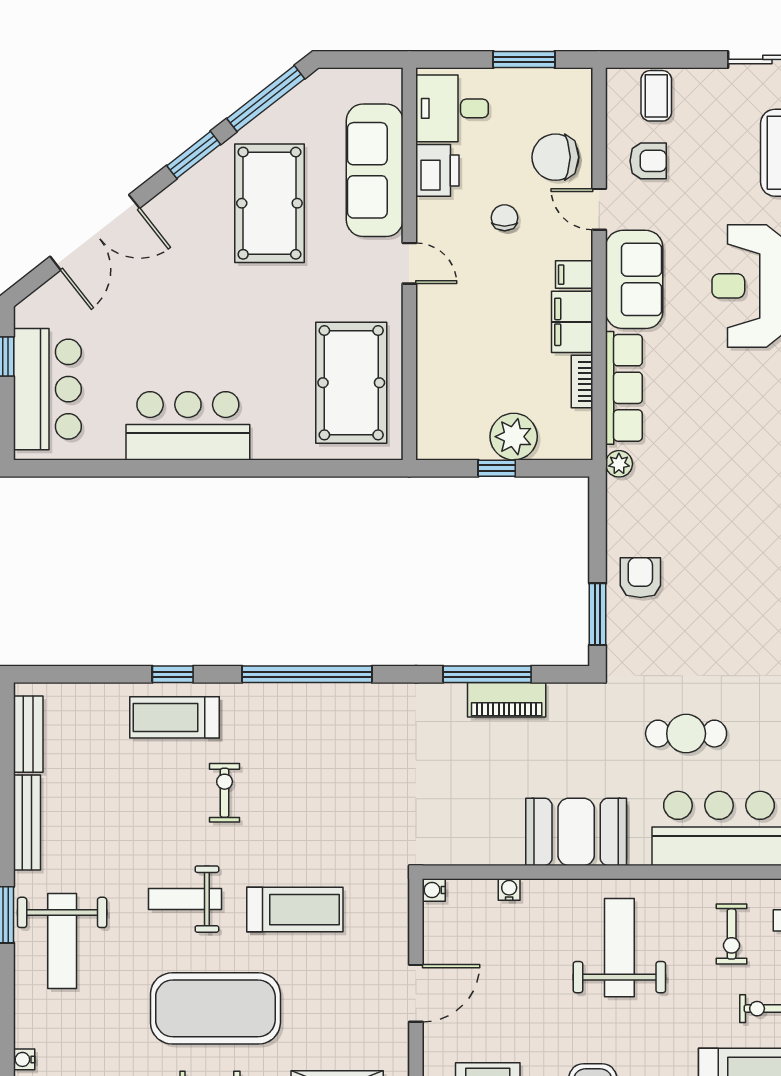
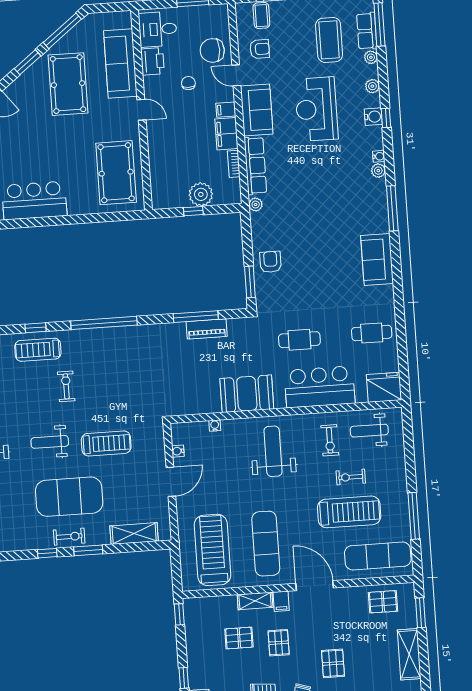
water cooler: (434, 890) -> (178, 451), moved

